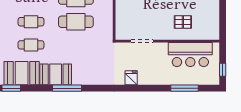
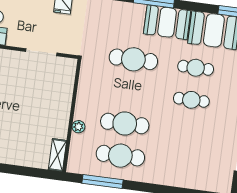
cafe table: (76, 22) -> (133, 59), moved

